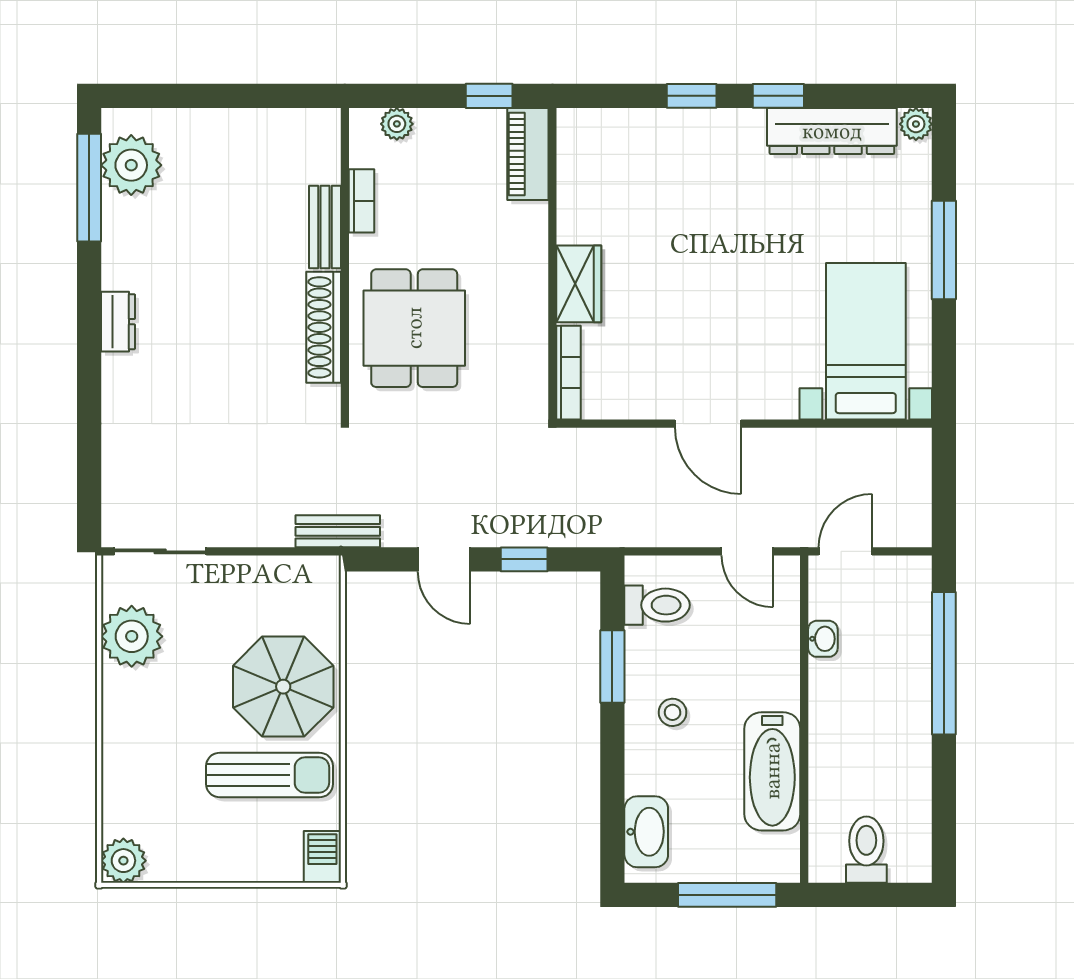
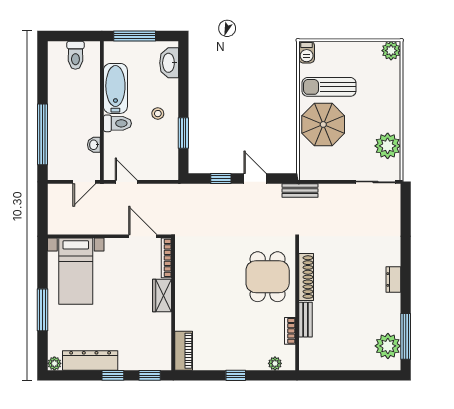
piano: (528, 154) -> (184, 351), moved
wall: (552, 264) -> (173, 304), moved
wardrobe: (579, 284) -> (162, 296), moved
bookcase: (569, 373) -> (166, 258), moved
toilet: (657, 605) -> (117, 123), moved, turned 180

